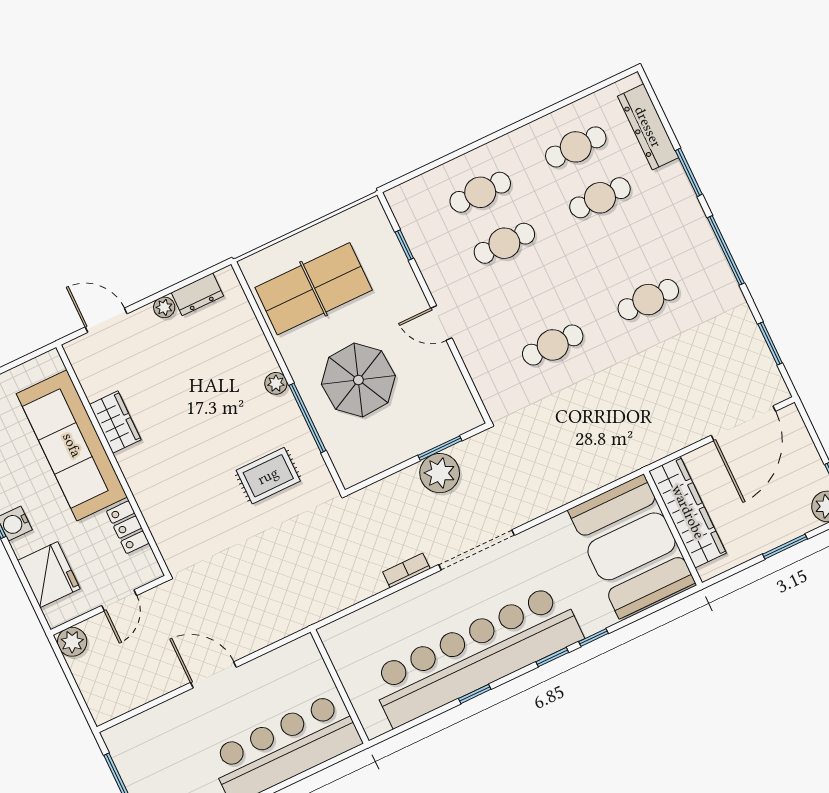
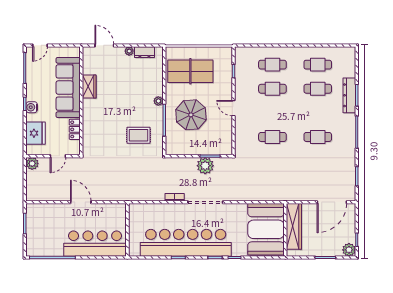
dresser: (648, 127) -> (349, 95), moved

